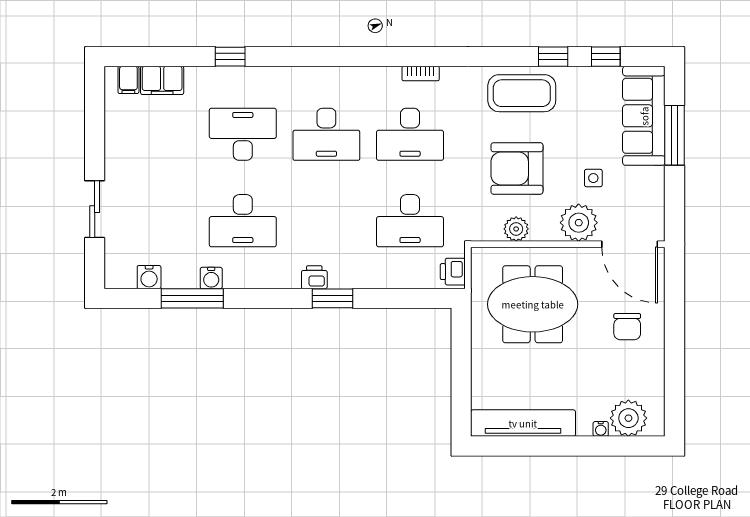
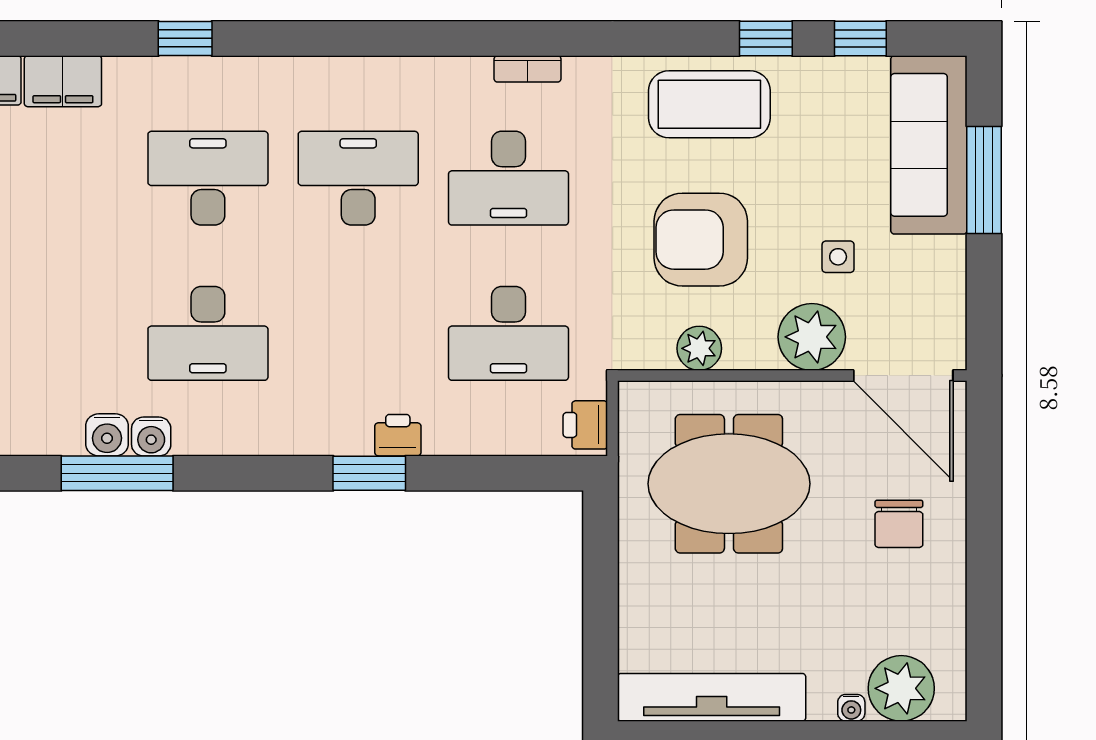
desk: (326, 134) -> (358, 178), turned 180
water cooler: (149, 277) -> (107, 435), moved
printer: (314, 277) -> (398, 435), moved

